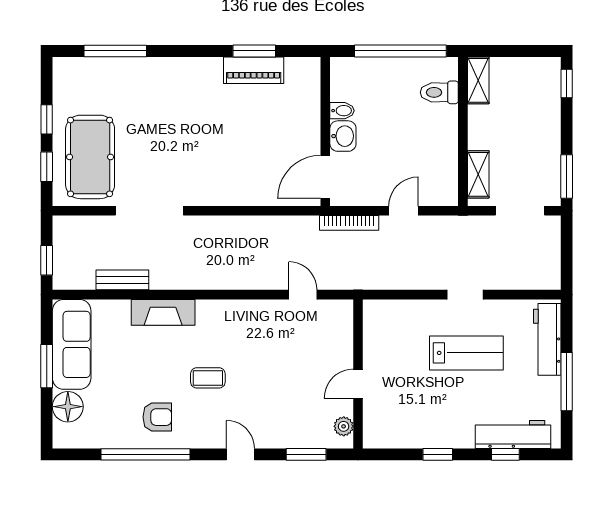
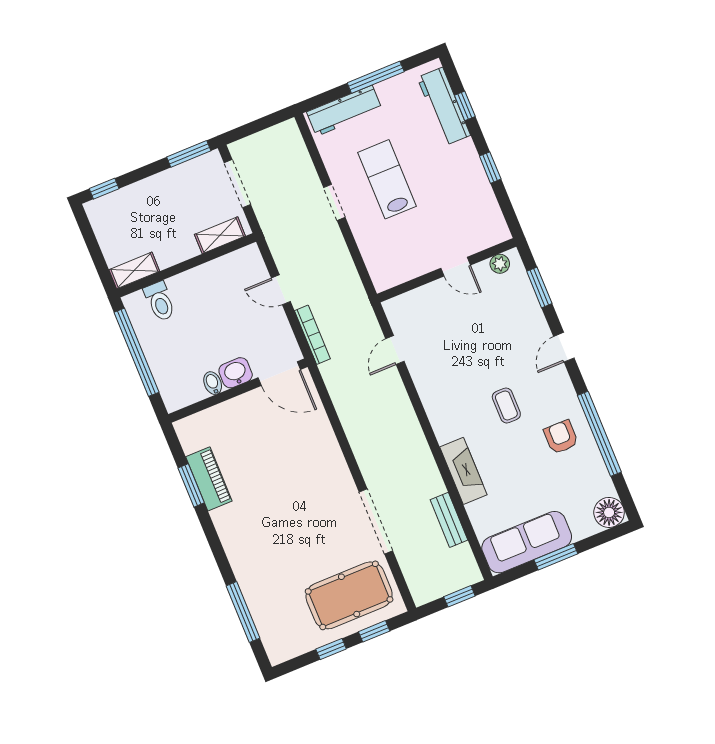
floor lamp: (68, 407) -> (609, 512), moved

